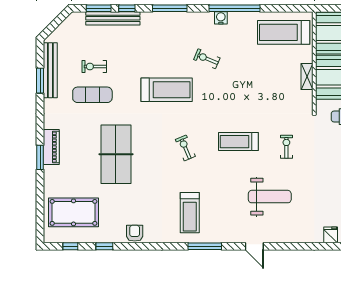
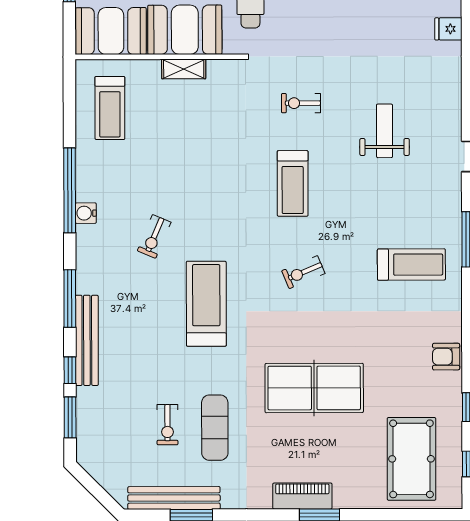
bench: (113, 18) -> (87, 340), moved
treadmill: (284, 32) -> (110, 108), width x0.73, depth x0.73
weight bench: (270, 197) -> (385, 131), width x0.73, depth x0.75

